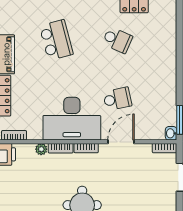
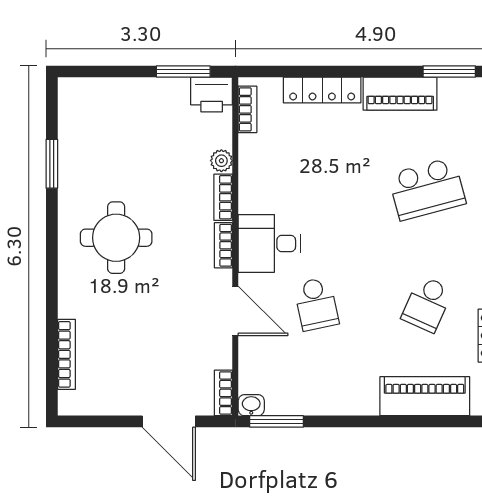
piano: (166, 41) -> (425, 396), added
desk: (72, 119) -> (269, 244), width x0.53, depth x0.77

